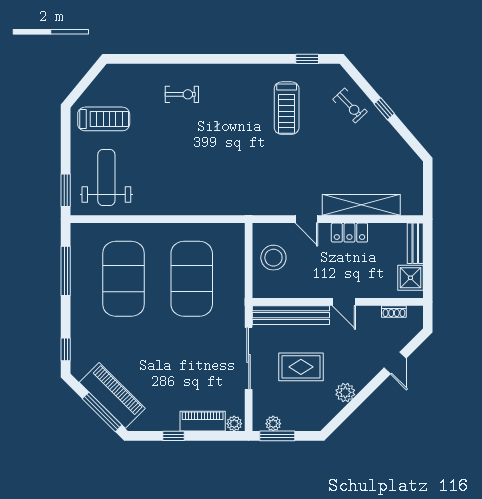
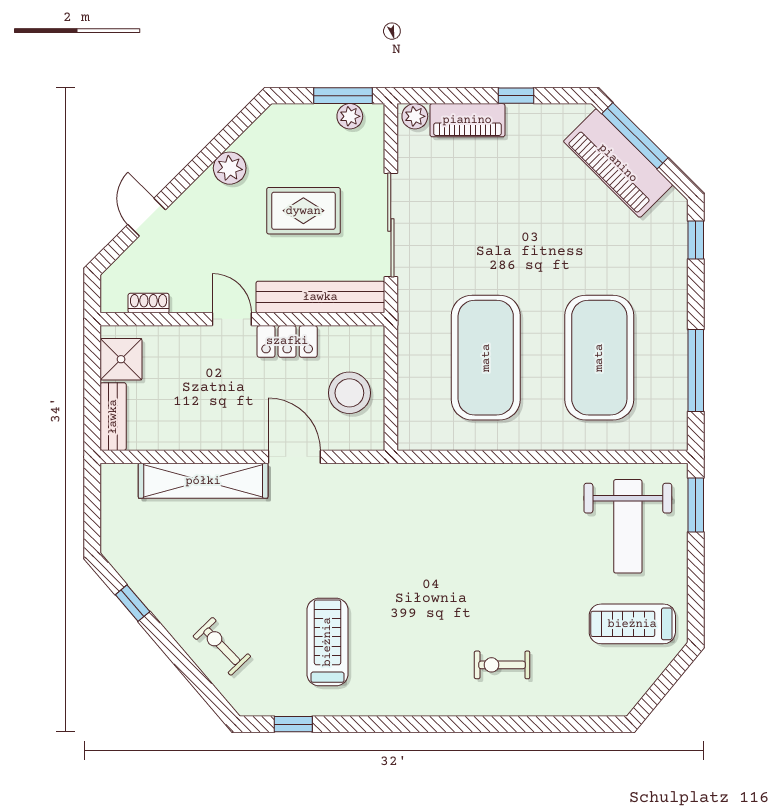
window: (384, 109) -> (133, 603), moved
door: (307, 219) -> (294, 457), width x1.37
locker: (349, 233) -> (287, 341), moved, turned 180

